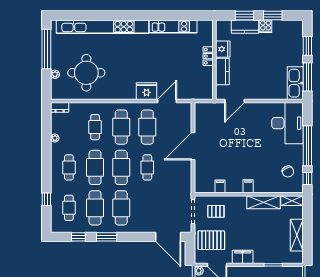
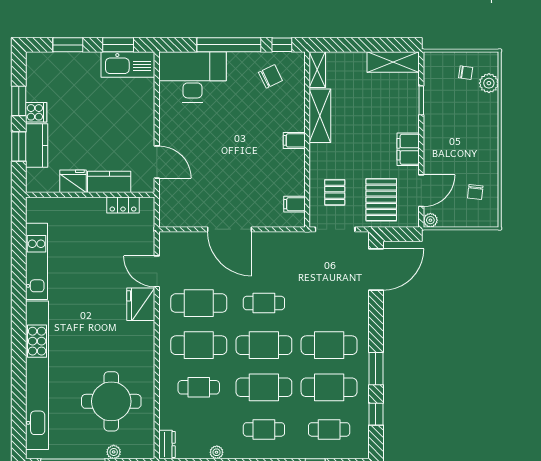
locker: (208, 56) -> (123, 205), moved
window: (307, 77) -> (118, 45), width x0.69
filing cabinet: (220, 186) -> (295, 204), moved
shelving: (297, 235) -> (393, 62), moved

